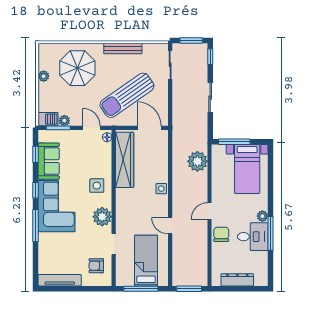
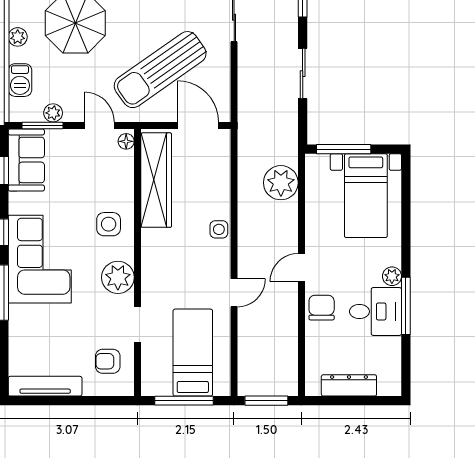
barbecue: (48, 119) -> (20, 80), moved, turned 90
sofa: (49, 161) -> (26, 160), moved
door: (170, 226) -> (234, 293), swing flipped

